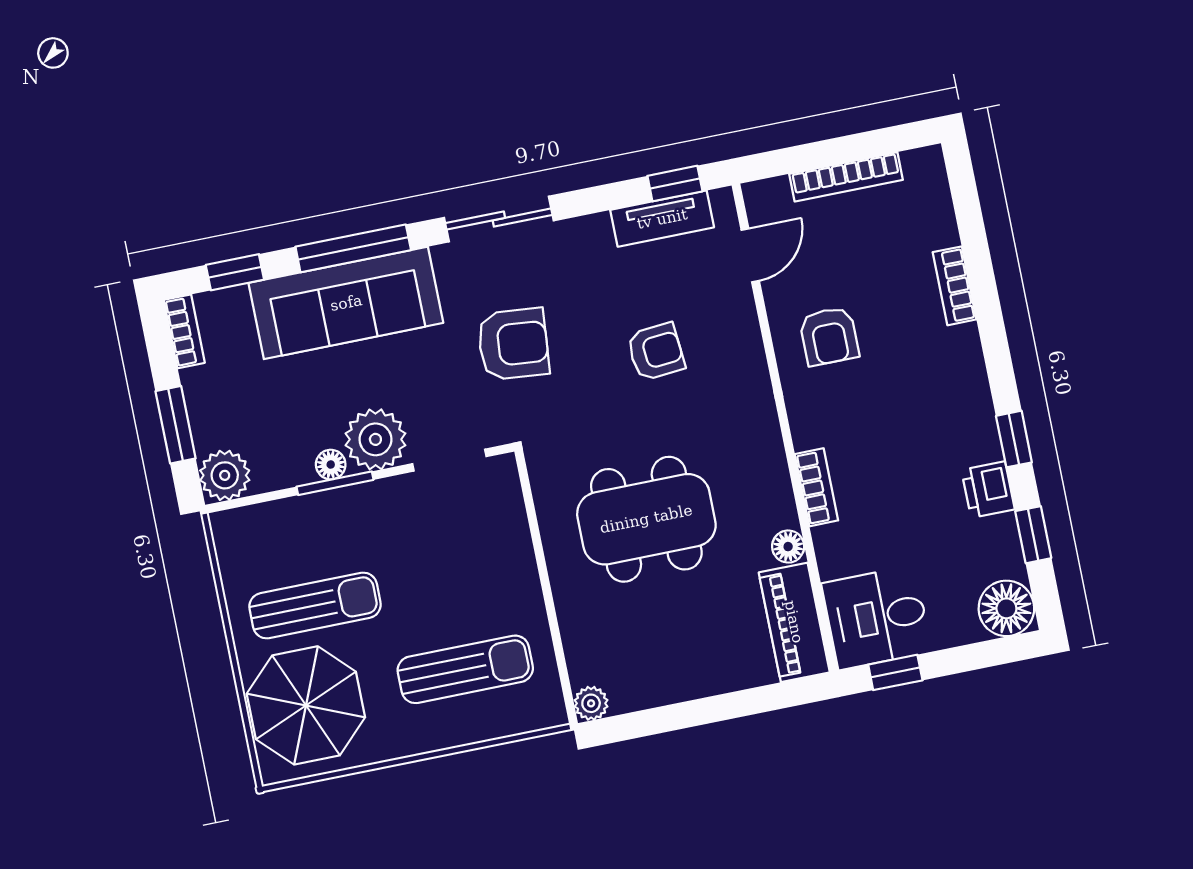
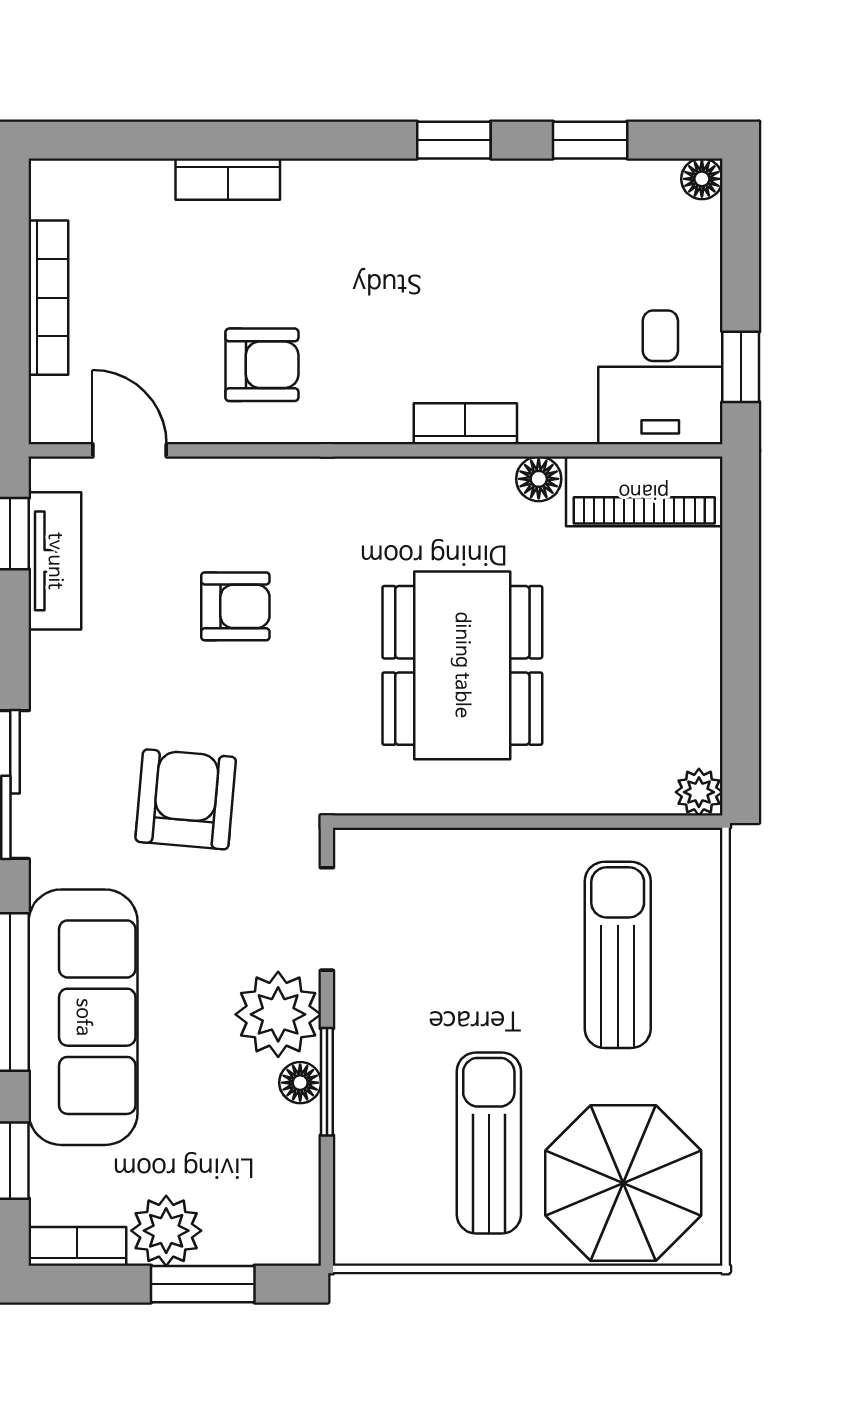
armchair: (656, 352) -> (235, 606), turned 95
plant: (225, 475) -> (166, 1231), moved
printer: (988, 490) -> (516, 189), removed
floor lamp: (1006, 608) -> (702, 179), width x0.53, depth x0.53

